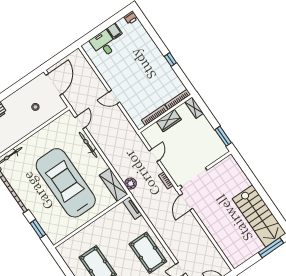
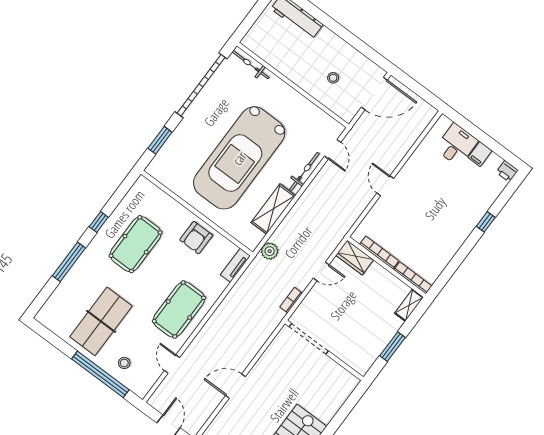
window: (170, 60) -> (486, 222), moved
wardrobe: (169, 121) -> (355, 258), moved
door: (80, 122) -> (333, 149), hinge flipped
window: (223, 136) -> (393, 347), moved
car: (66, 183) -> (239, 158), turned 180
shelving: (114, 185) -> (273, 209), moved
door: (186, 202) -> (235, 386), moved
armchair: (107, 227) -> (196, 238), added

